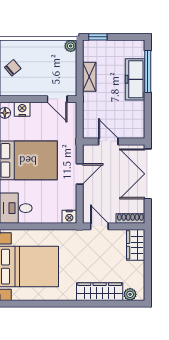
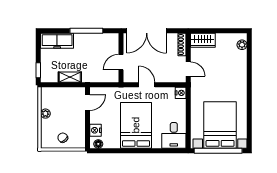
plant: (71, 46) -> (45, 114), moved
window: (148, 72) -> (86, 31), moved
freezer: (135, 79) -> (57, 41), moved
door: (99, 226) -> (188, 69), swing flipped
wardrobe: (100, 292) -> (240, 69), removed

